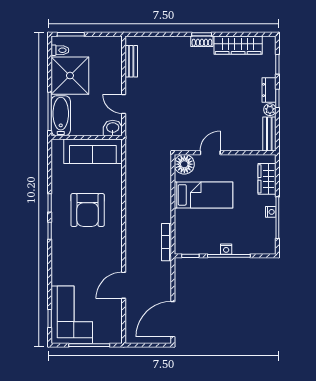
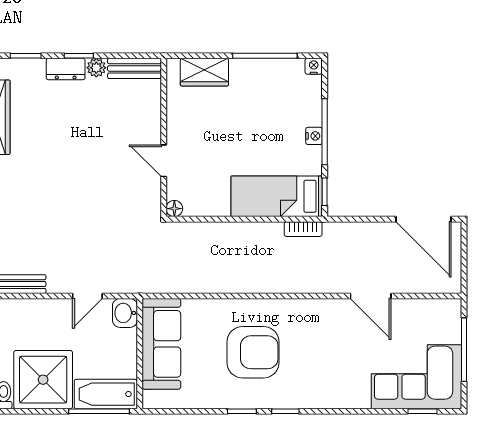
floor lamp: (184, 164) -> (174, 209), width x0.53, depth x0.53
bed: (204, 195) -> (277, 196), moved, turned -90
nightstand: (271, 212) -> (314, 66), moved
bookcase: (166, 242) -> (303, 229), width x0.64

